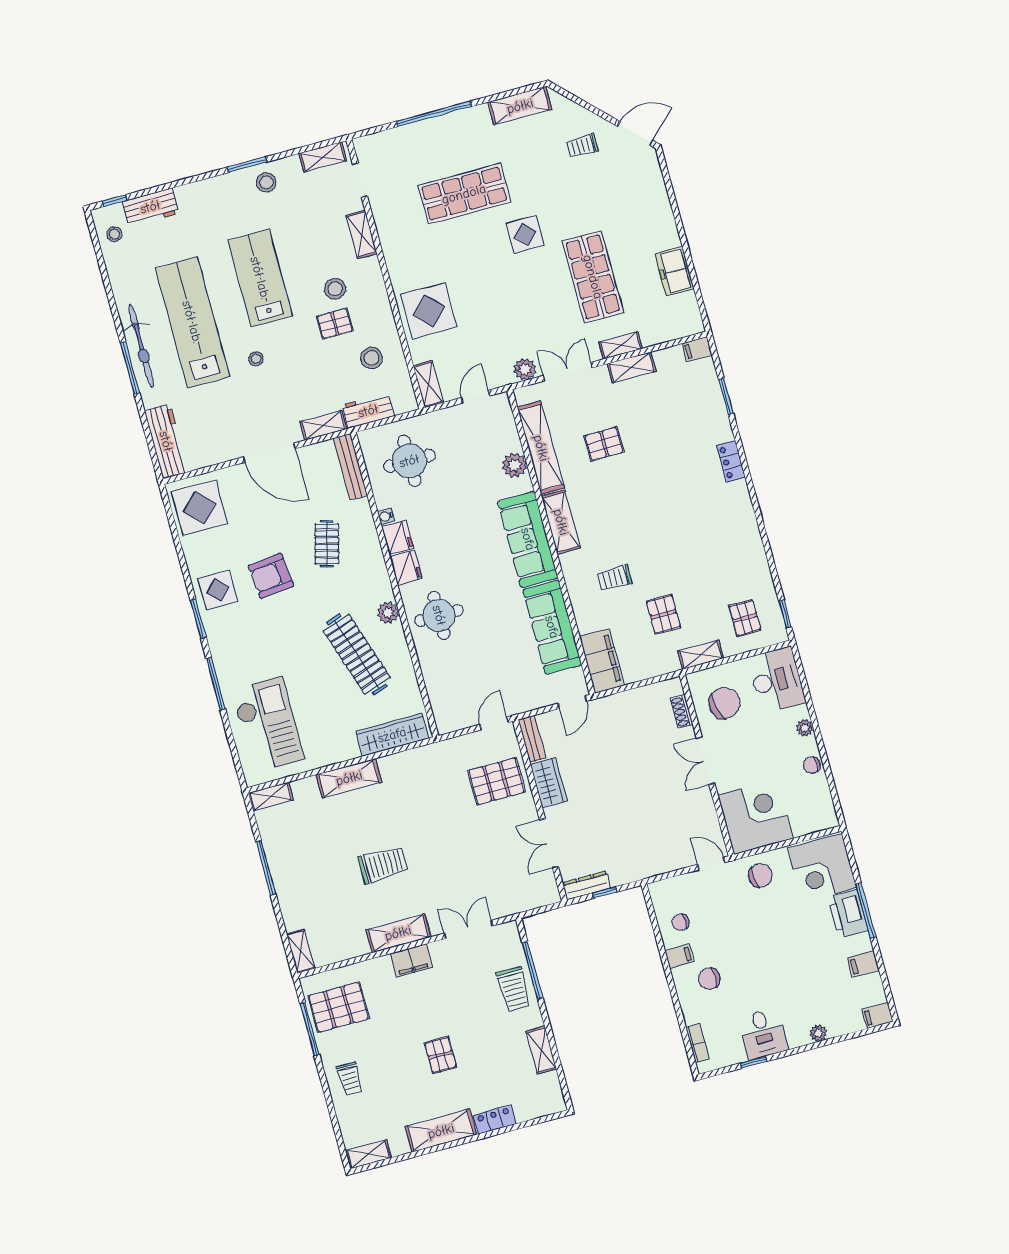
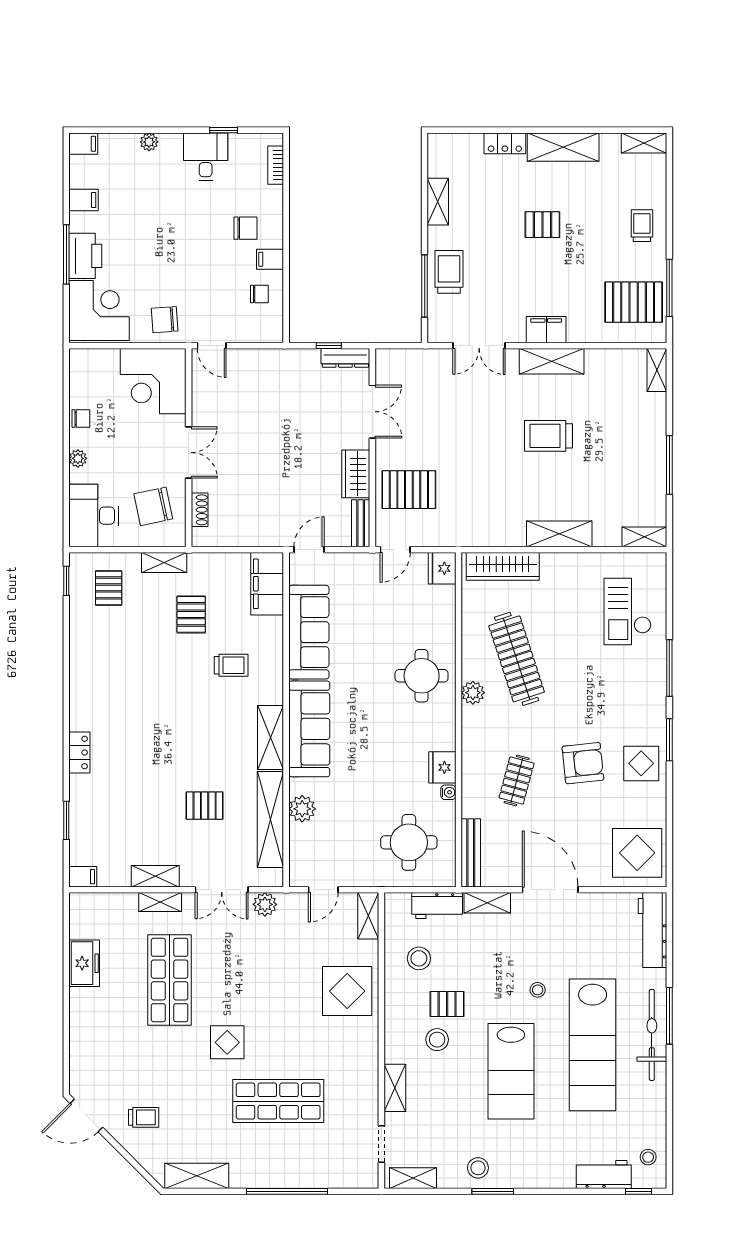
fridge: (406, 568) -> (442, 568), moved
checkout: (268, 725) -> (628, 612), width x0.73, depth x0.83
pallet: (440, 1055) -> (542, 225), turned 90

